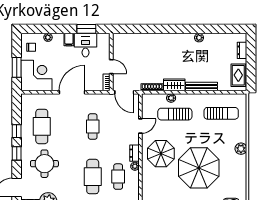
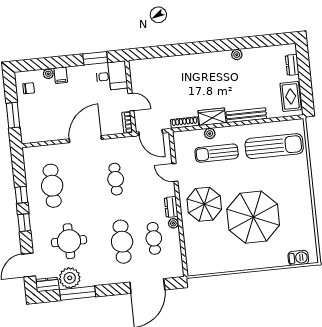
filing cabinet: (69, 40) -> (61, 75), moved
desk: (85, 45) -> (112, 76), moved, turned 90
corner desk: (36, 75) -> (39, 123), removed
sun lounger: (221, 113) -> (274, 146), width x1.36, depth x1.34
door: (140, 126) -> (175, 172), swing flipped
plant: (241, 149) -> (303, 188), removed
round table: (44, 164) -> (69, 241), moved

